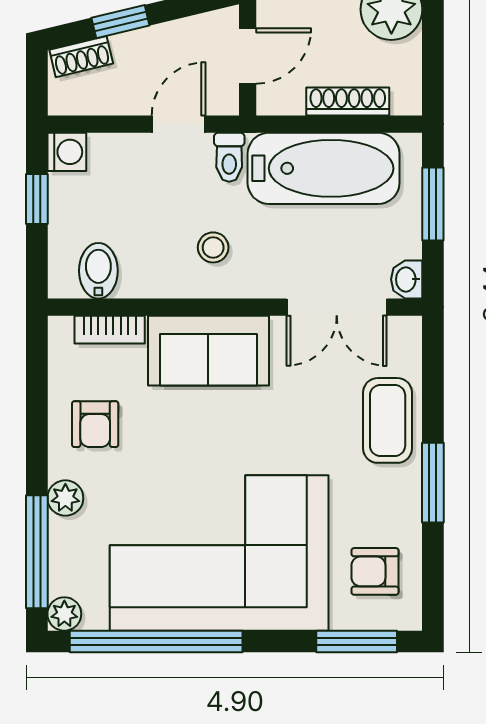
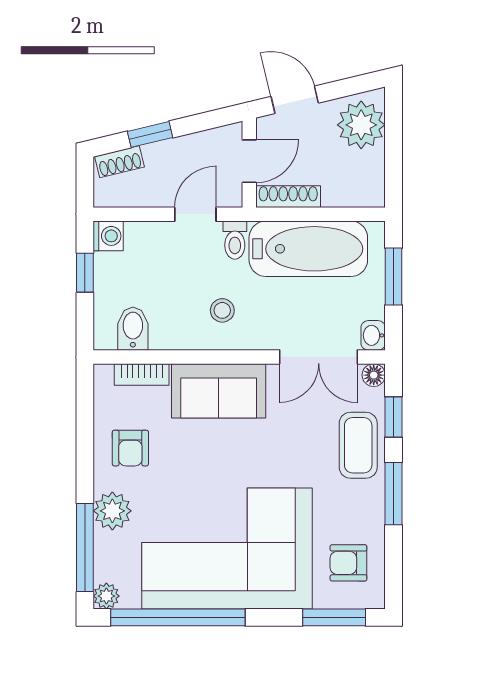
shoe rack: (348, 101) -> (288, 197), moved
floor lamp: (407, 330) -> (374, 375), added
window: (433, 384) -> (394, 417), added
plant: (65, 498) -> (112, 511), width x1.38, depth x1.38

